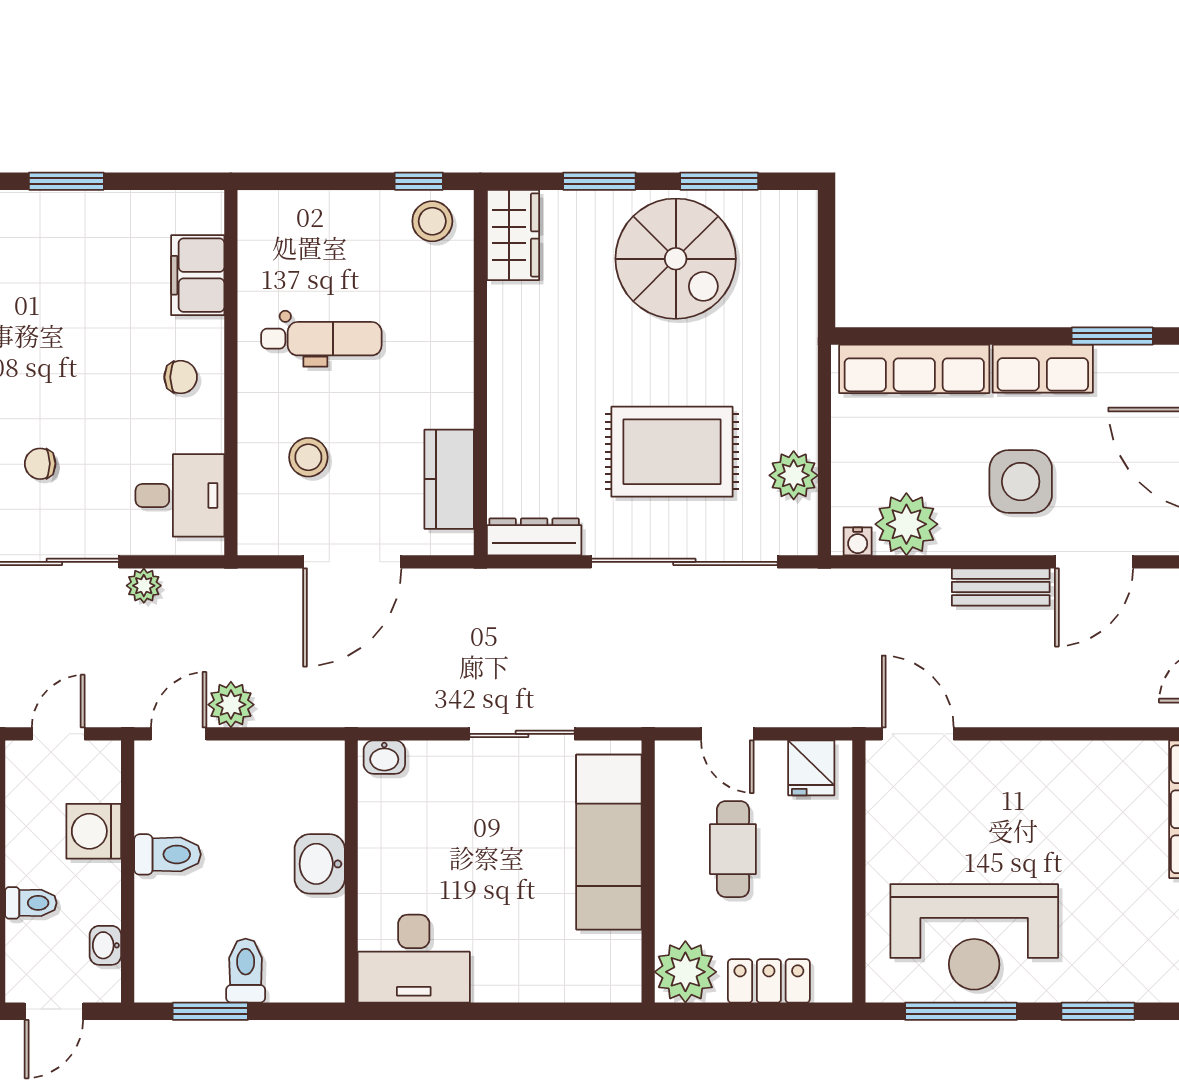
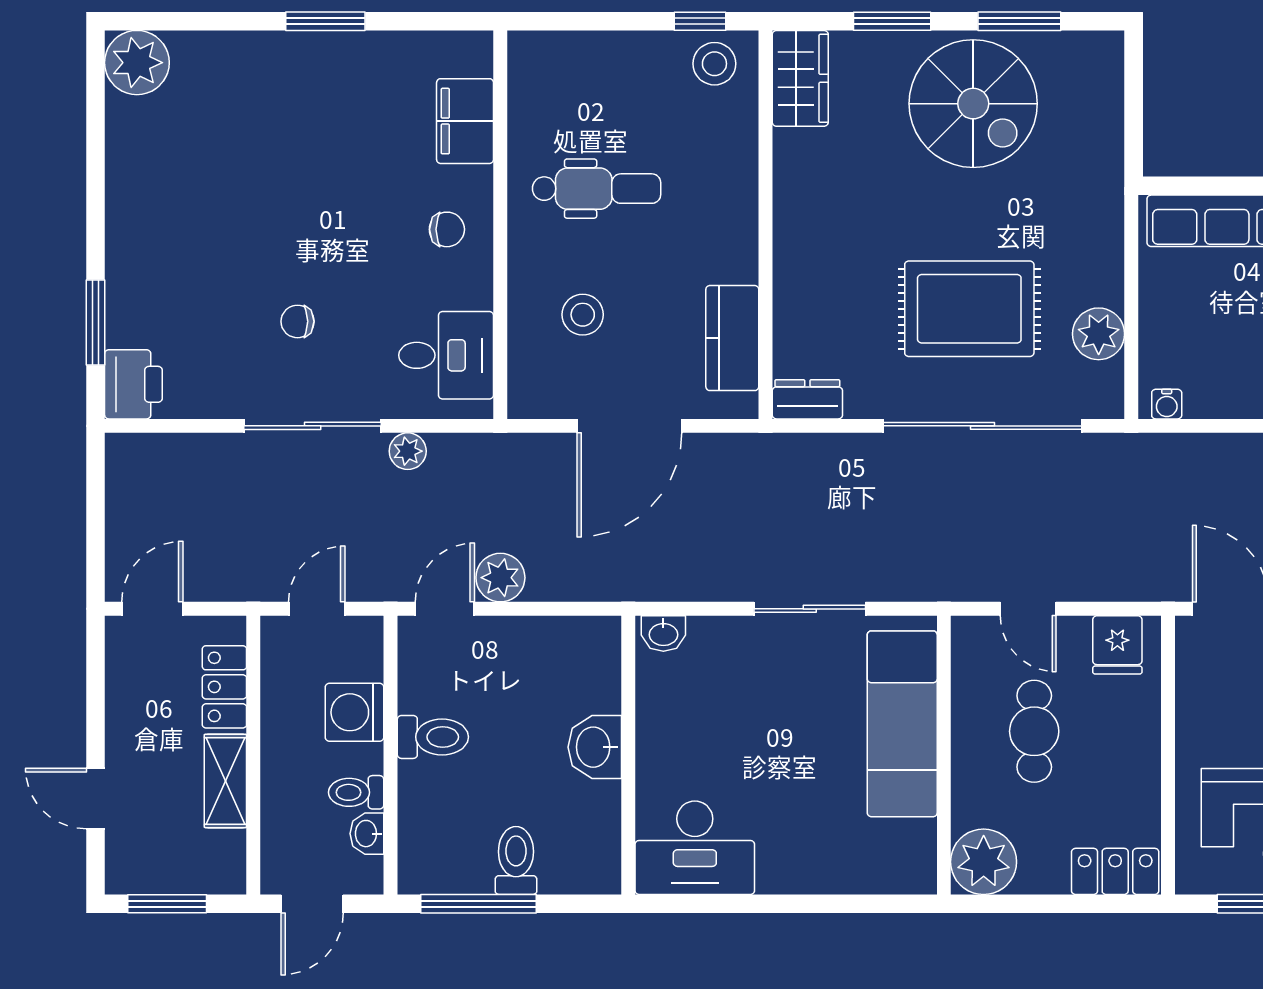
plant: (906, 524) -> (1219, 386), removed
dresser: (534, 537) -> (807, 399), width x0.70
toilet: (31, 903) -> (356, 792), moved, turned 180
locker: (769, 981) -> (1115, 871), moved
window: (210, 1011) -> (479, 904), width x1.44

